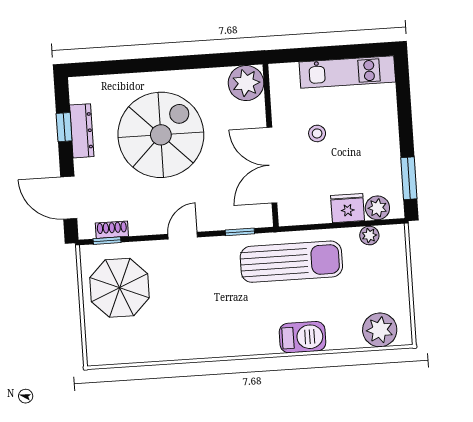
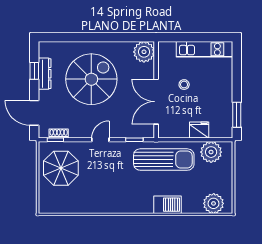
plant: (377, 208) -> (217, 131), removed
plant: (369, 235) -> (211, 152), width x1.87, depth x1.87

